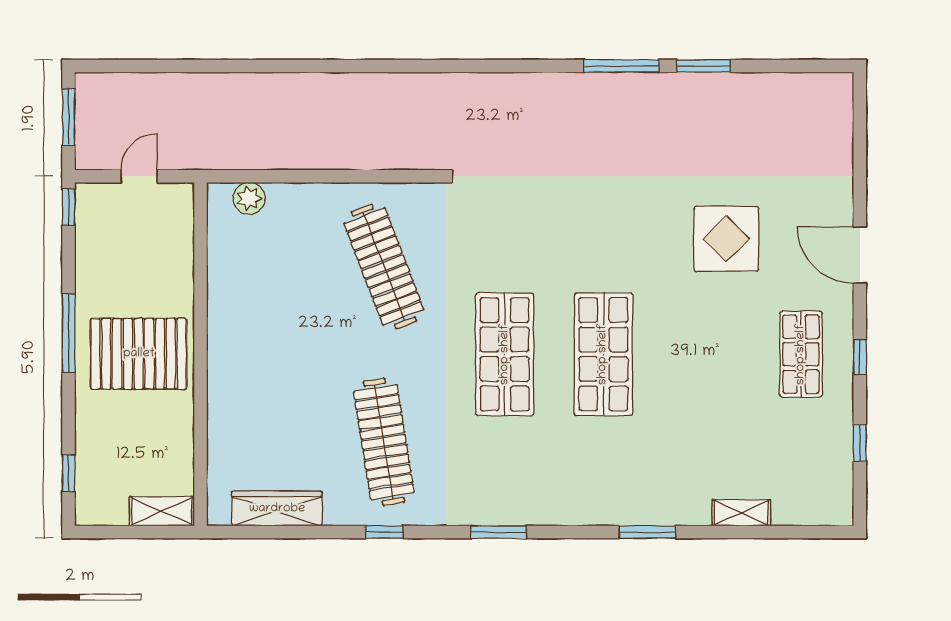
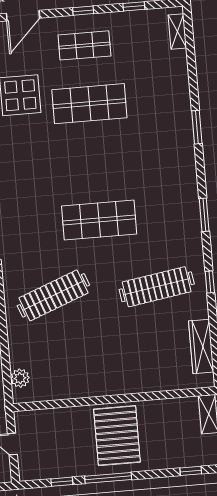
window: (69, 207) -> (62, 482), moved
shop shelf: (603, 354) -> (89, 104), moved
shelving: (741, 513) -> (177, 31), moved

